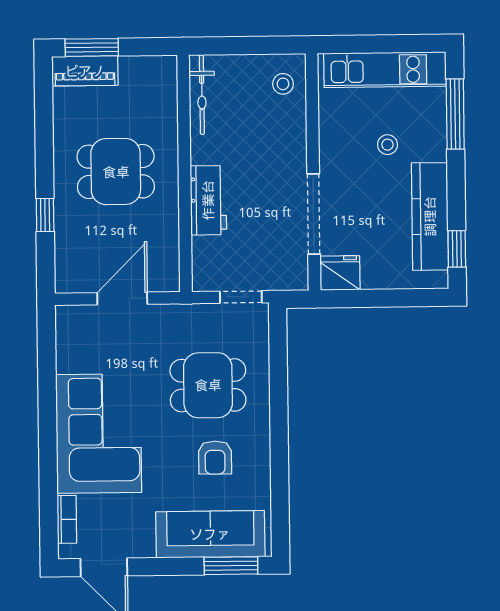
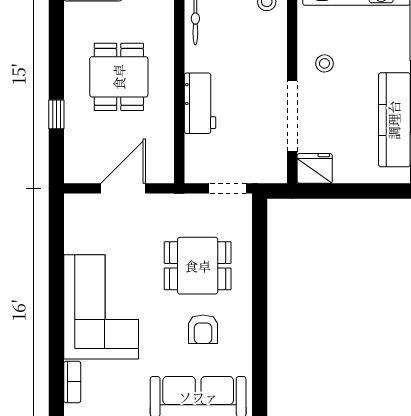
stool: (387, 145) -> (324, 63), moved
dining table: (116, 172) -> (119, 77), turned 90

